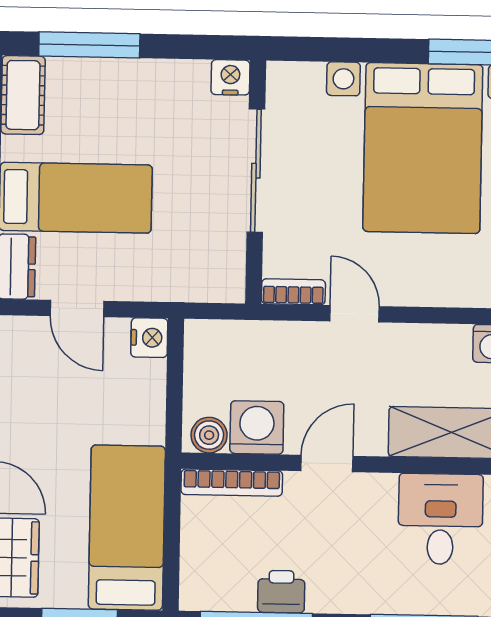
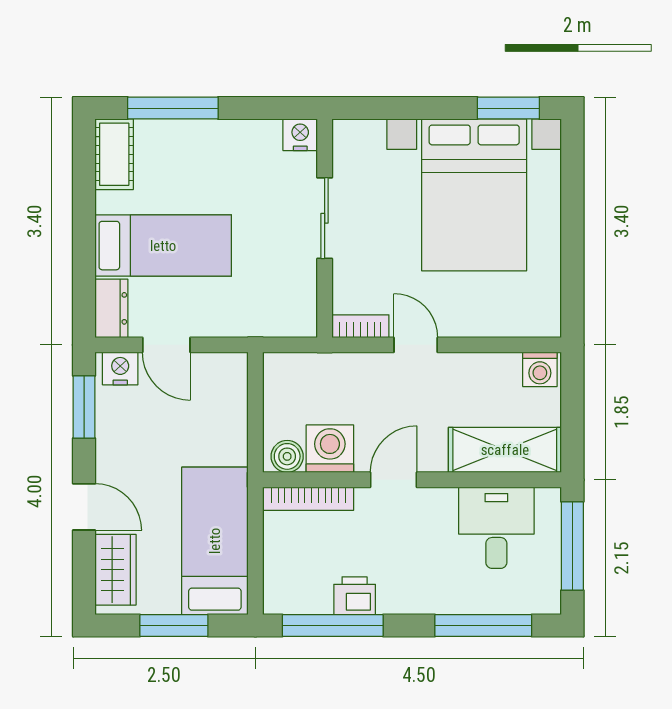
sliding door: (256, 171) -> (325, 218), width x0.73
nightstand: (149, 338) -> (120, 369), moved, turned -90

